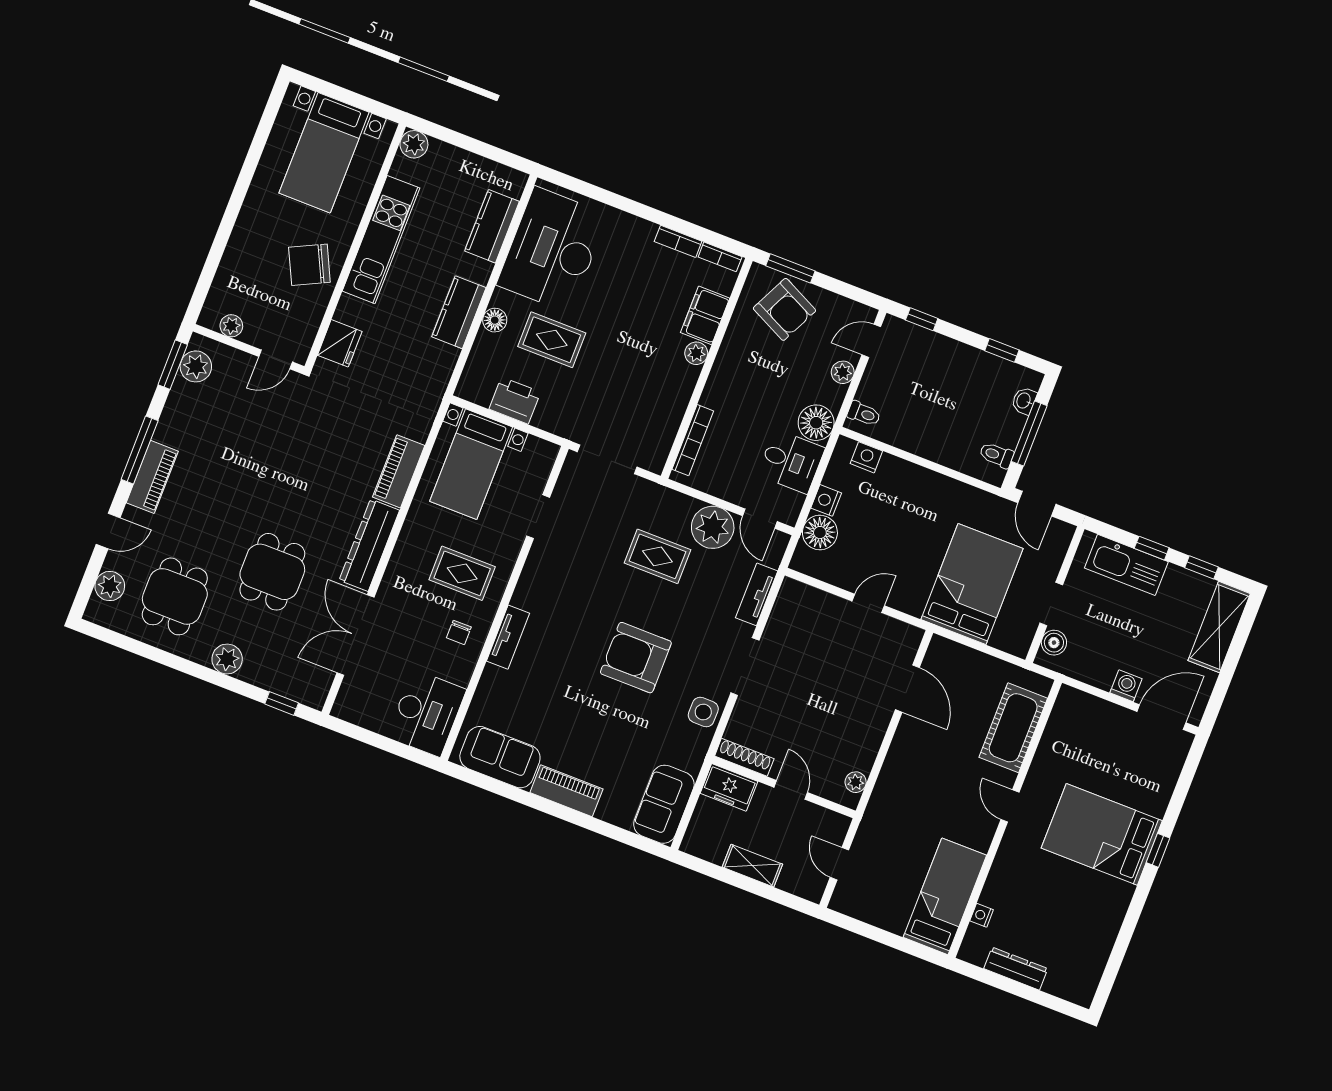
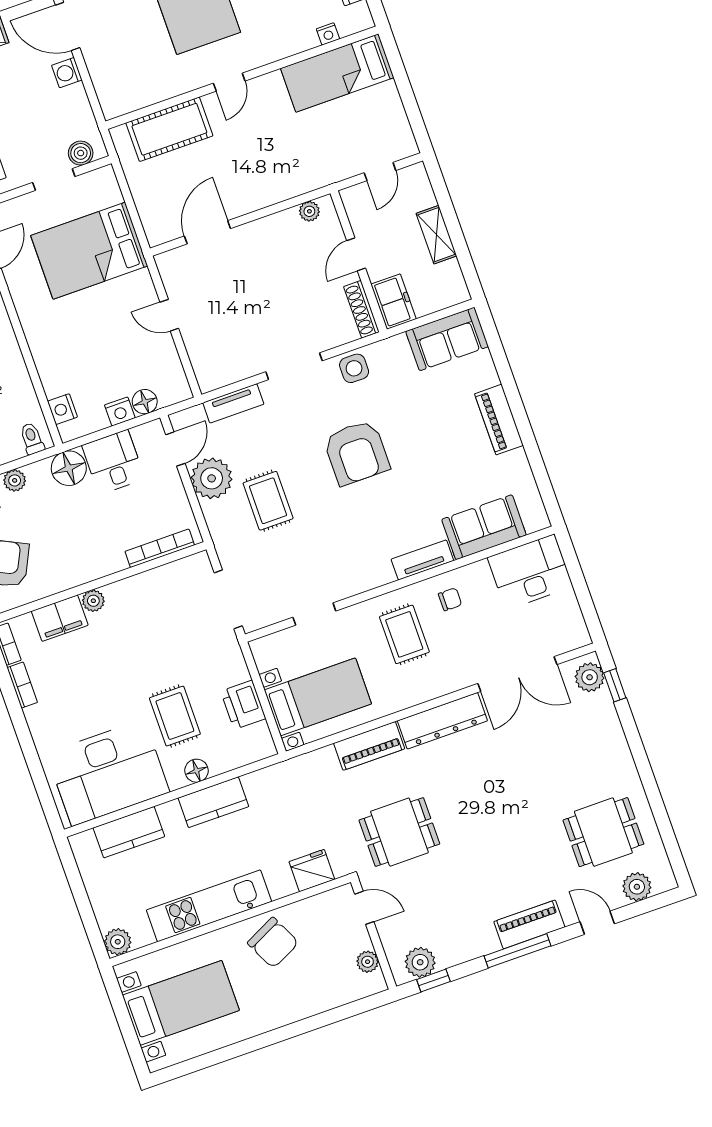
window: (173, 365) -> (433, 980), width x0.67
floor lamp: (820, 533) -> (145, 402), width x0.73, depth x0.73
dining table: (272, 572) -> (399, 832), moved
plant: (227, 659) -> (590, 677), moved
sofa: (500, 757) -> (484, 527), moved, turned 90

